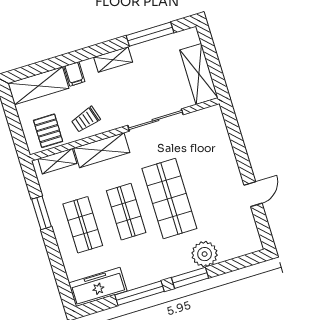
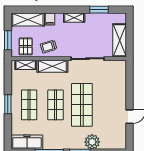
window: (150, 34) -> (99, 10), width x0.69
window: (16, 129) -> (8, 40), added
window: (41, 213) -> (8, 104), moved

